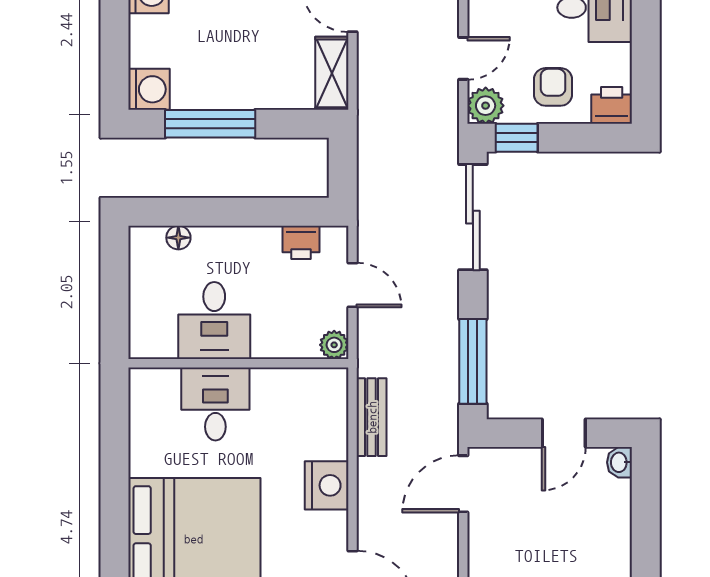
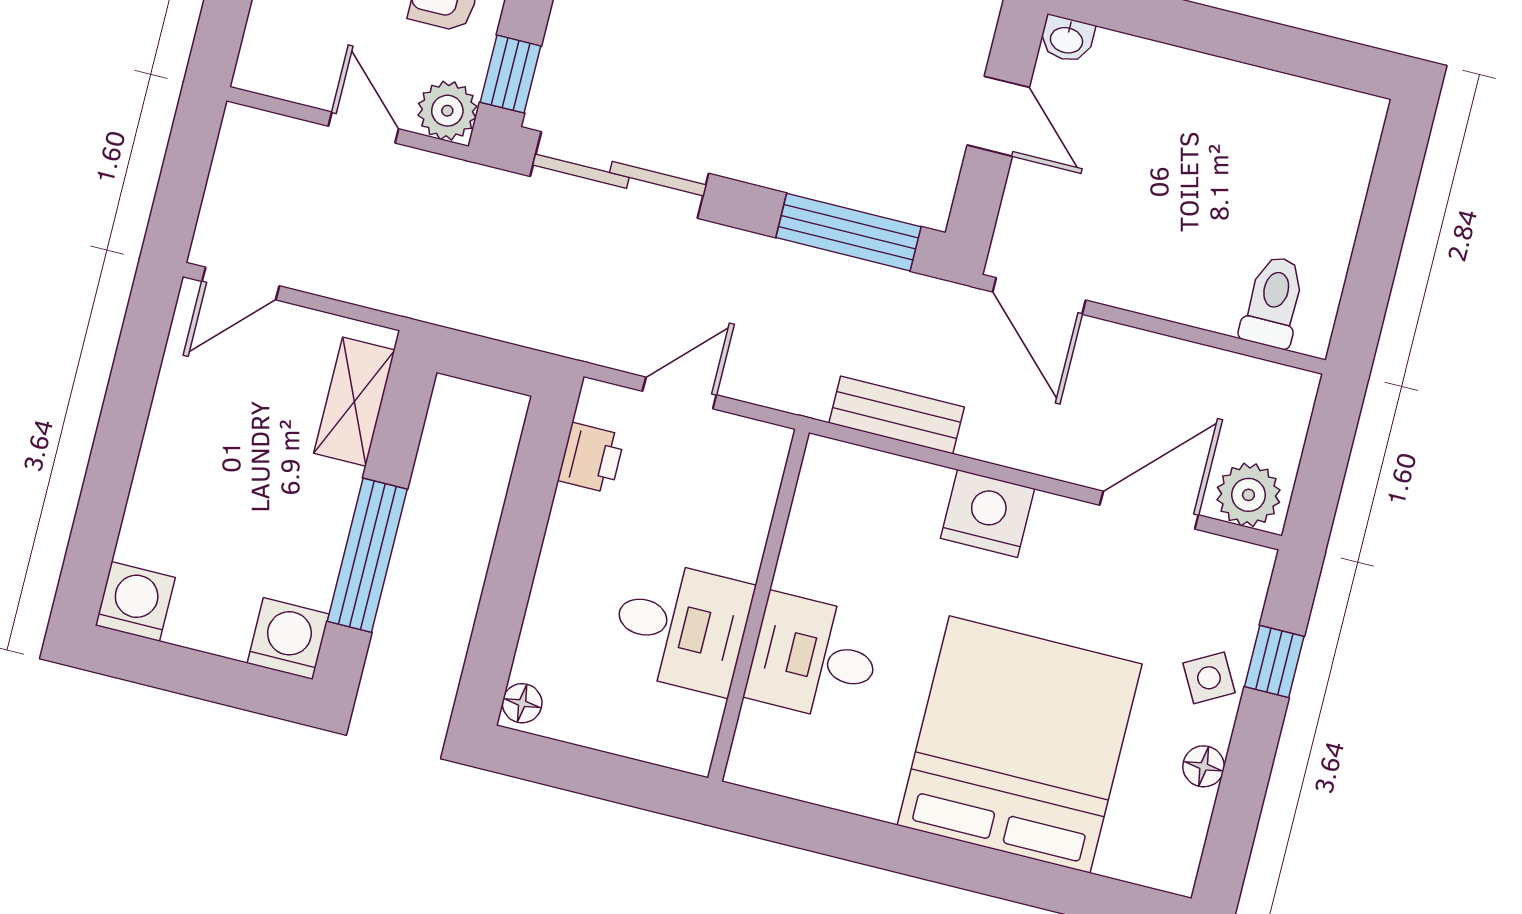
shelving: (332, 73) -> (354, 402), moved, turned 90
floor lamp: (178, 238) -> (522, 703), moved
plant: (334, 345) -> (767, 446), removed

